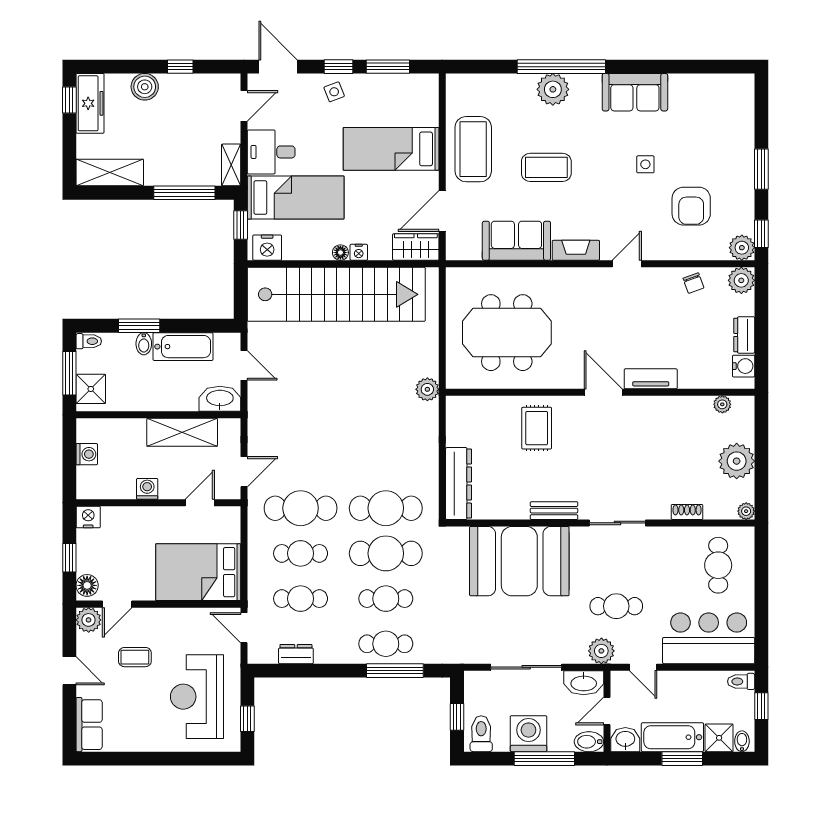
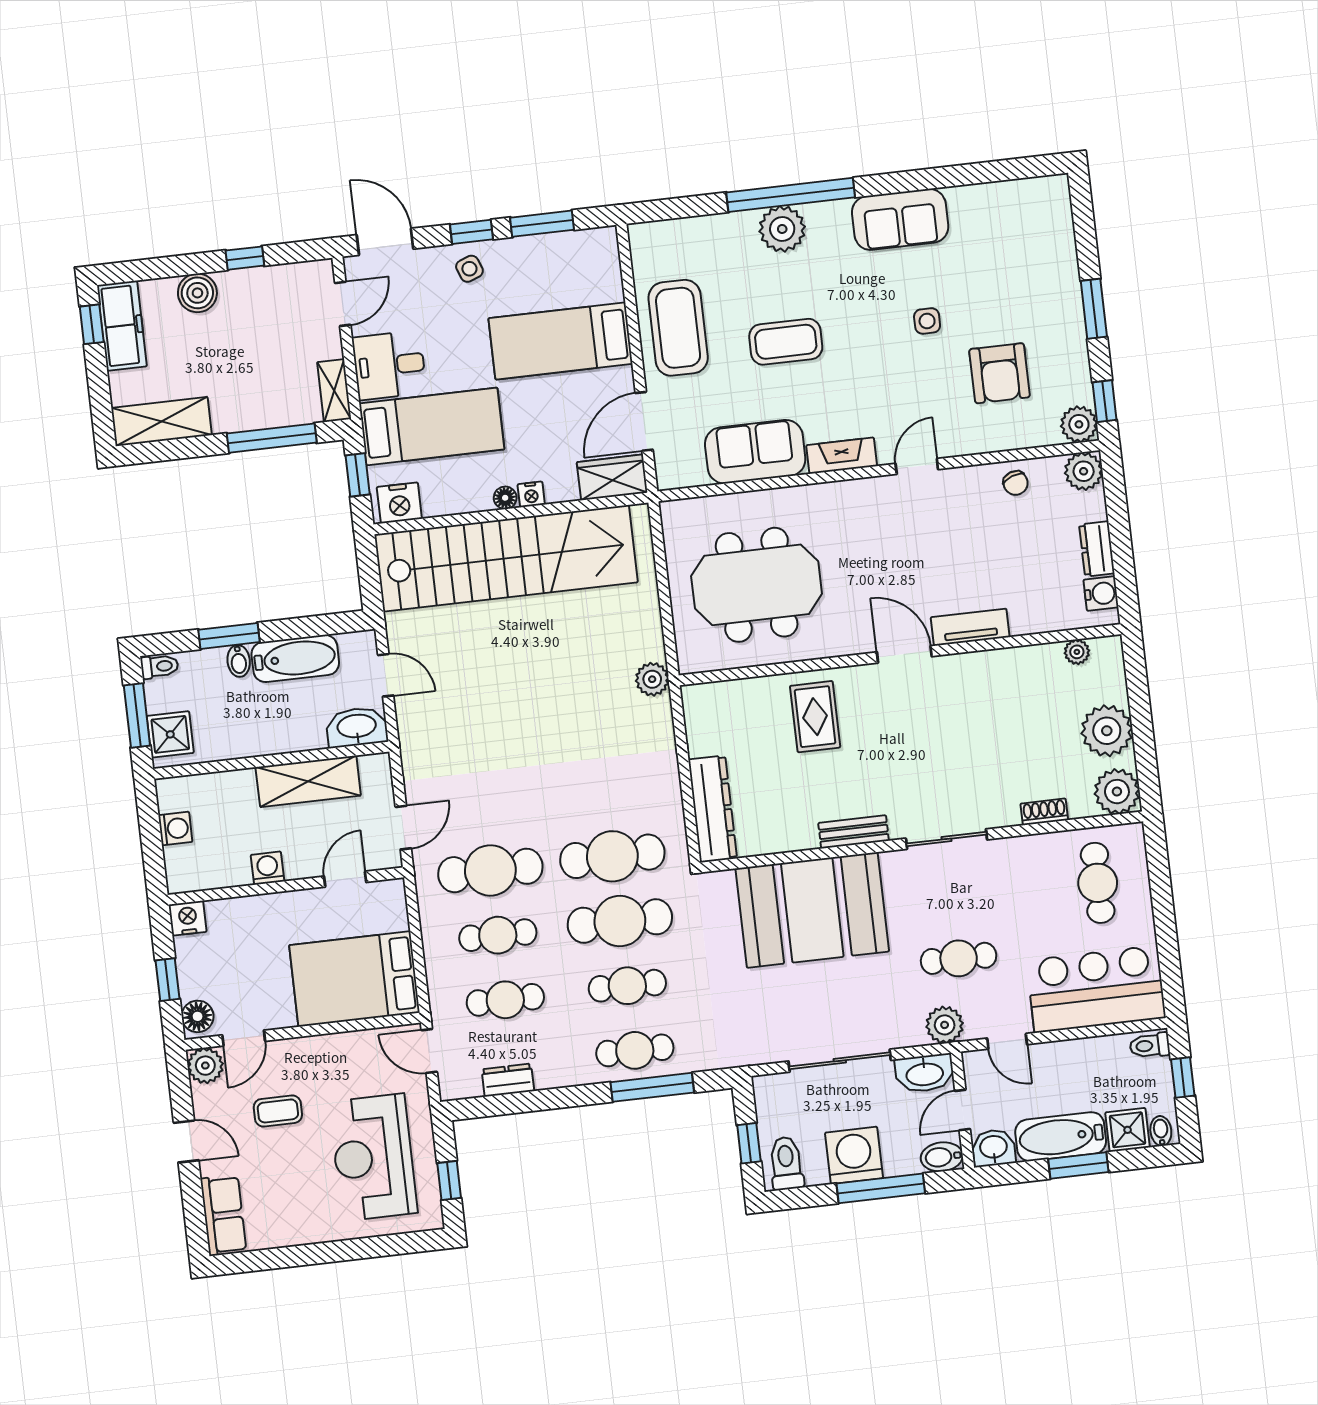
plant: (746, 511) -> (1117, 792), width x1.87, depth x1.87

